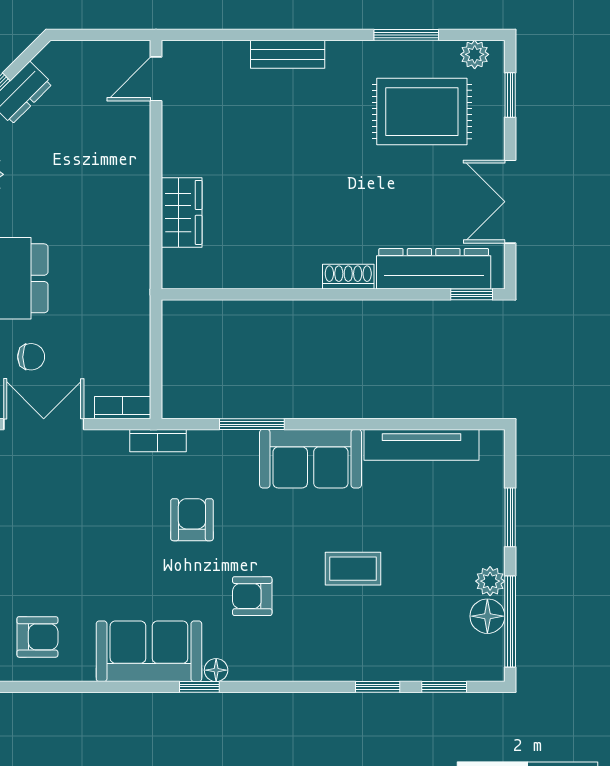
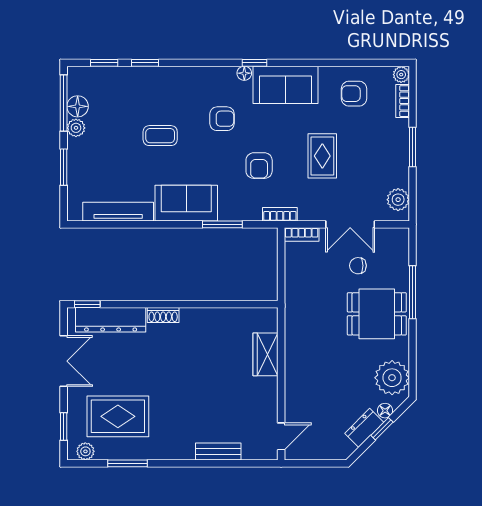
bench: (288, 54) -> (218, 451), moved
rug: (89, 535) -> (322, 156), added

